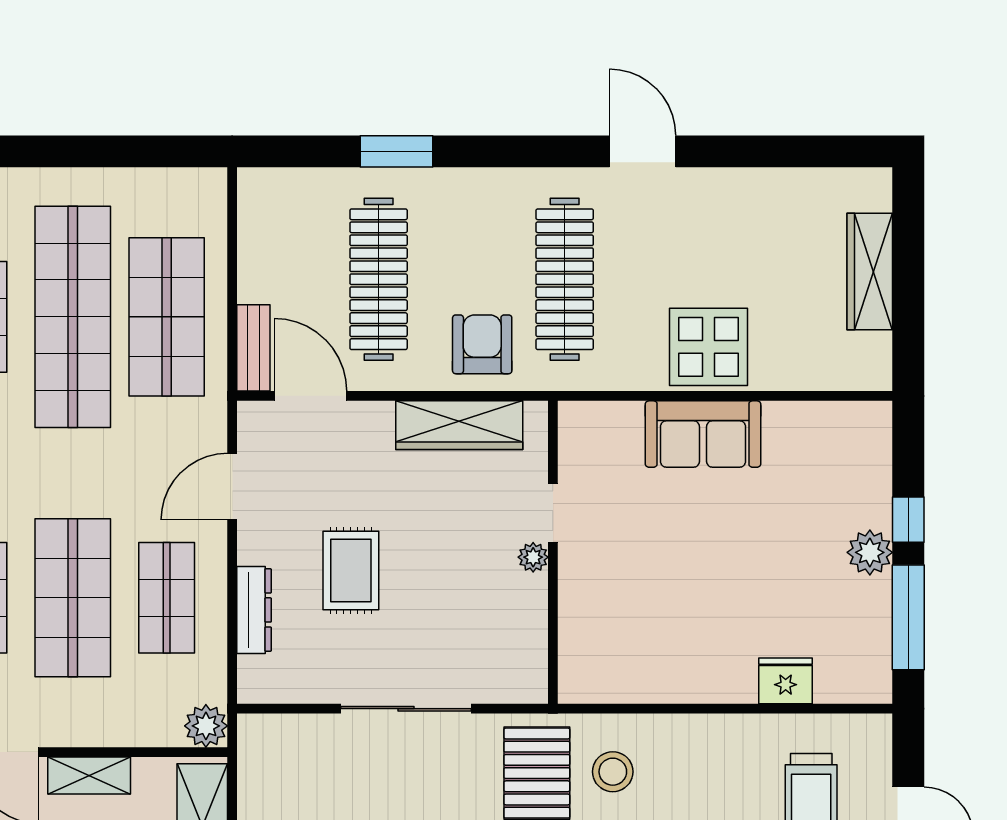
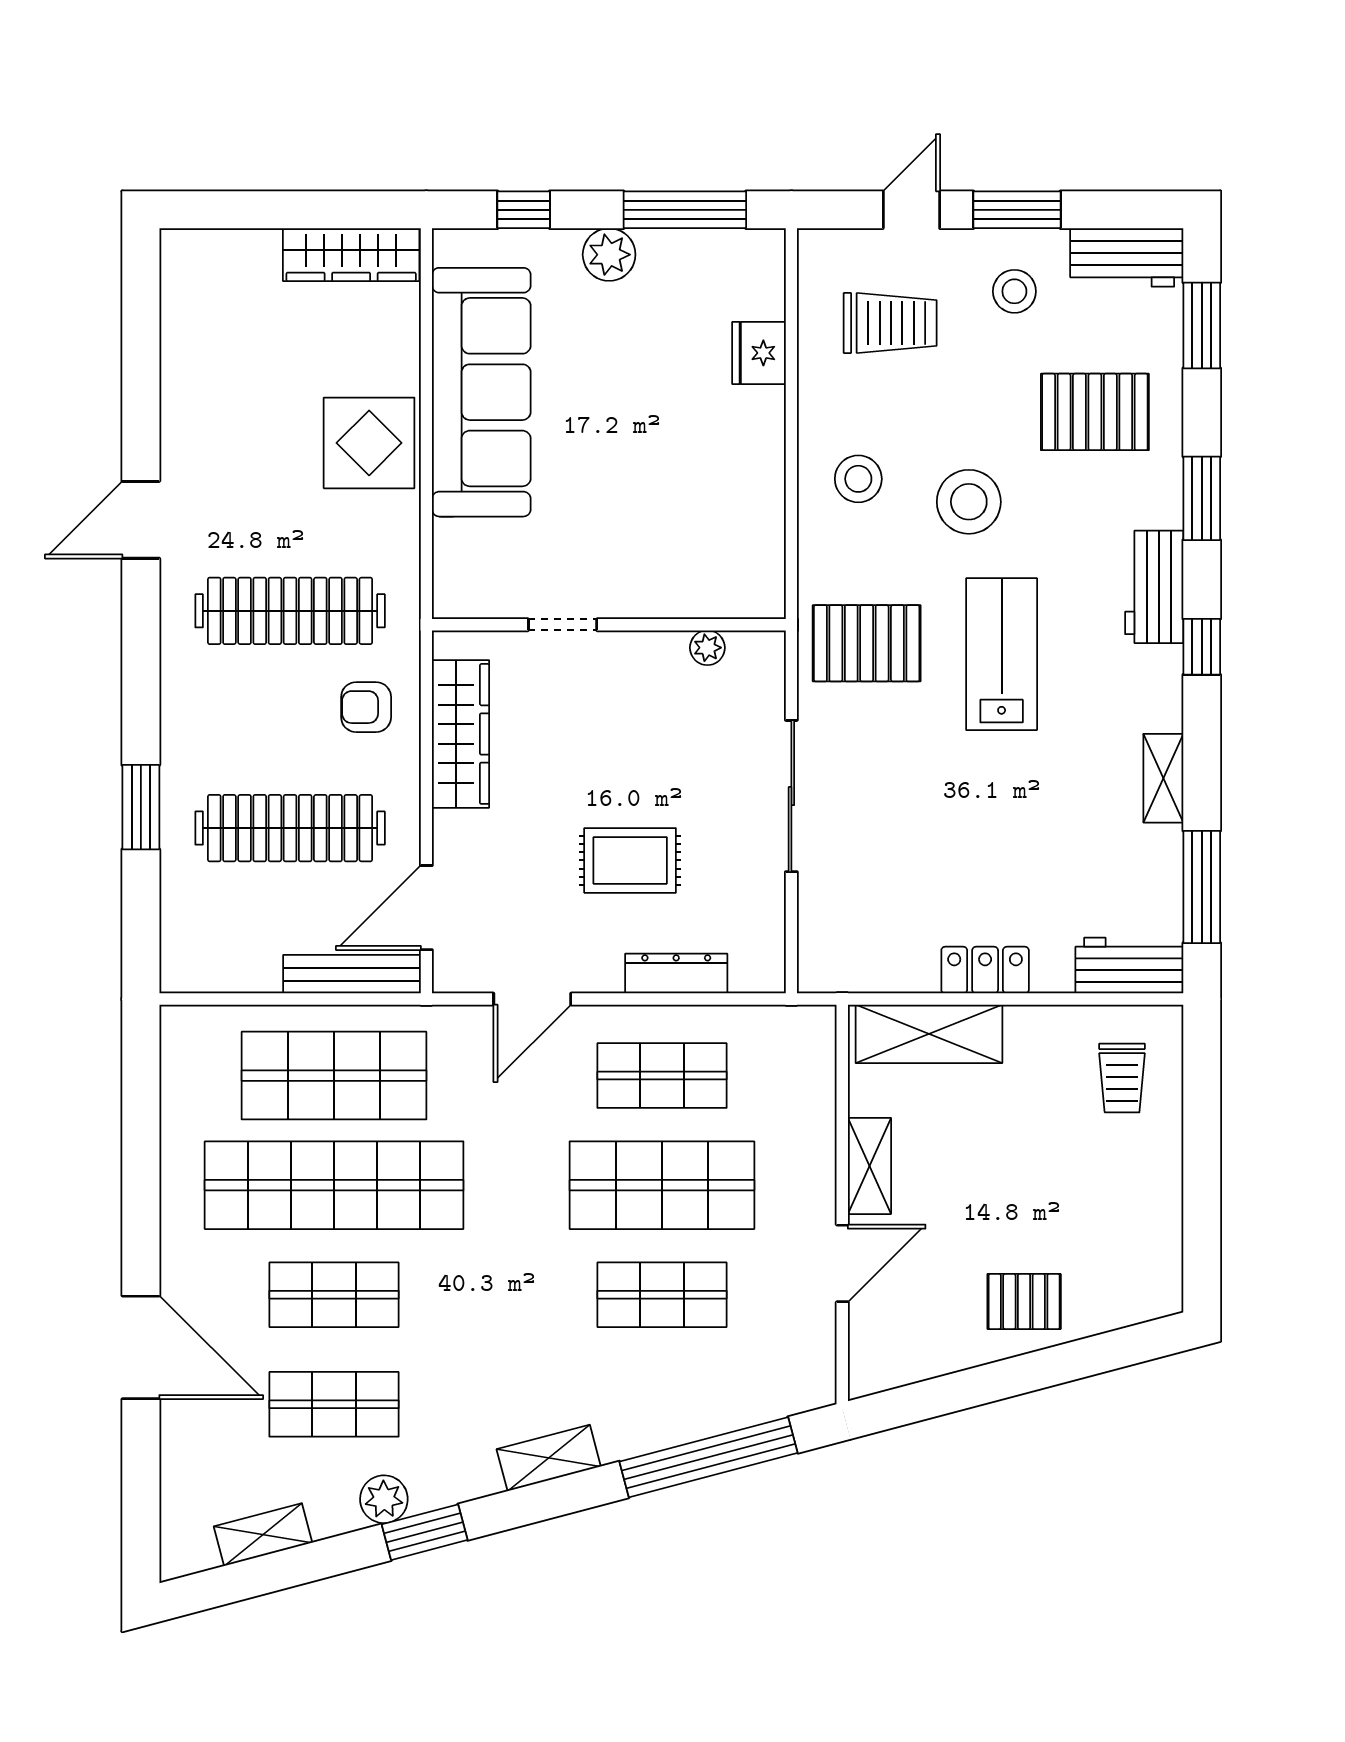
wardrobe: (870, 271) -> (351, 255), moved
armchair: (482, 344) -> (366, 707), width x0.72, depth x0.72
bench: (253, 348) -> (352, 974), width x1.36
sofa: (703, 434) -> (481, 392), width x1.85, depth x1.27
door: (232, 487) -> (532, 999), hinge flipped
window: (908, 520) -> (524, 210), moved
plant: (533, 557) -> (707, 648), moved
plant: (206, 726) -> (812, 1030), removed
stool: (613, 772) -> (858, 479), moved

